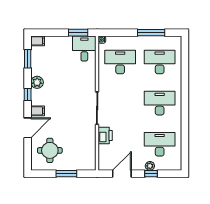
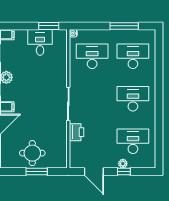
desk: (84, 49) -> (40, 42), moved
round table: (50, 150) -> (32, 153), moved
door: (122, 174) -> (94, 172), swing flipped

